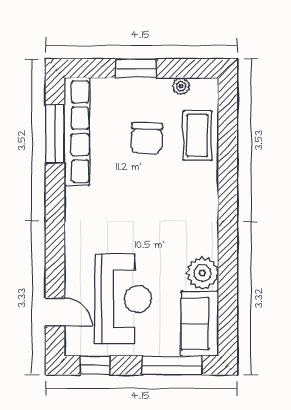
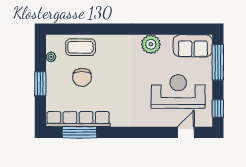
chair: (147, 138) -> (82, 77), turned 88
plant: (202, 273) -> (151, 44), moved

